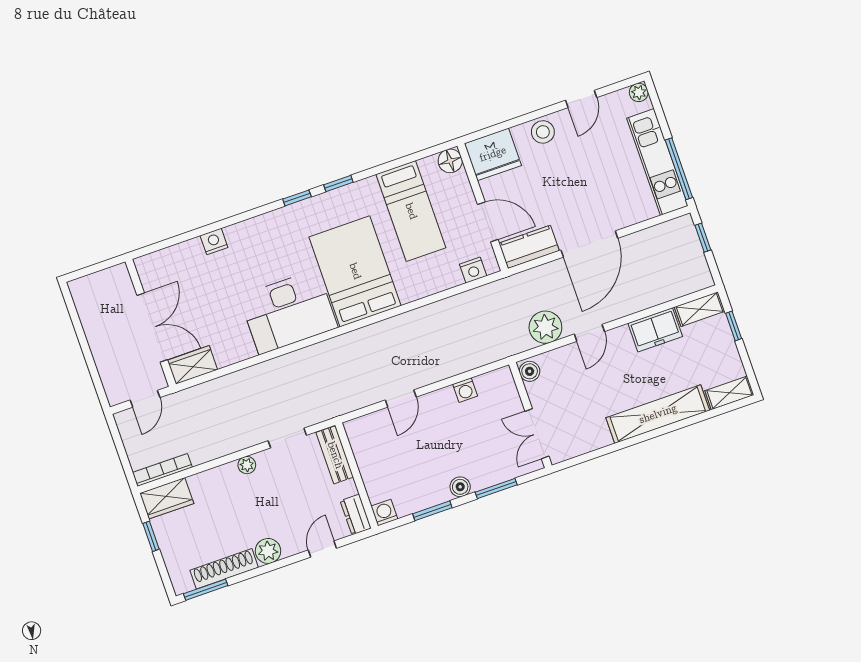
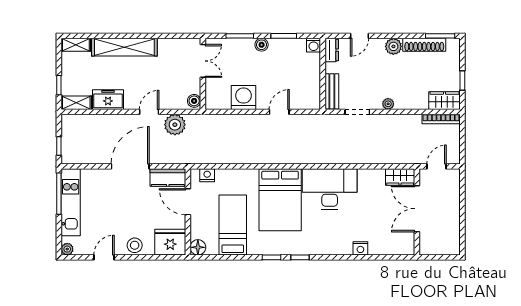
washing machine: (465, 390) -> (243, 97), width x1.89, depth x1.89

